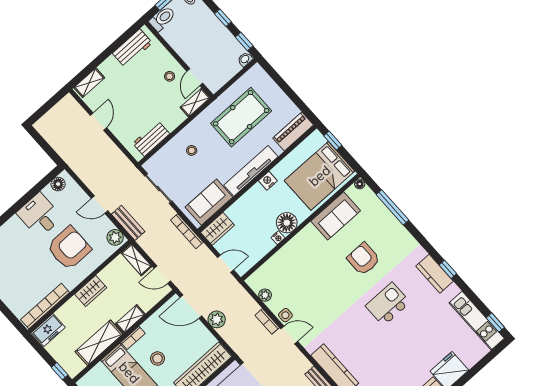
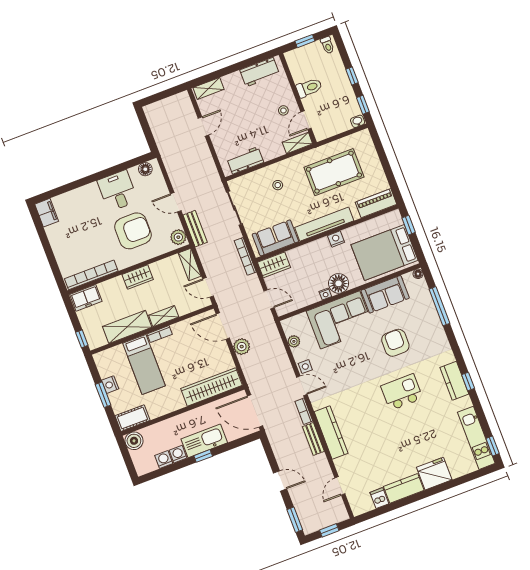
toilet: (162, 19) -> (309, 88), moved
corner sofa: (302, 257) -> (340, 320), added
bookcase: (267, 321) -> (304, 411), moved
stool: (158, 359) -> (175, 361), removed

